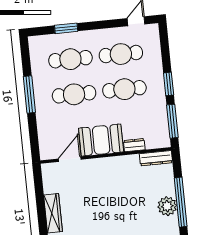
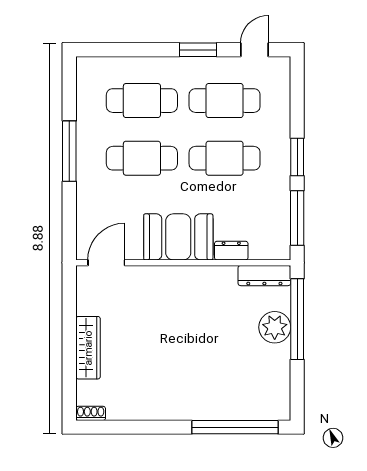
window: (66, 28) -> (198, 50), moved
door: (70, 159) -> (106, 263), moved
window: (181, 202) -> (297, 319), moved
plant: (167, 206) -> (275, 327), moved

